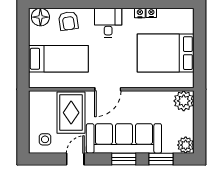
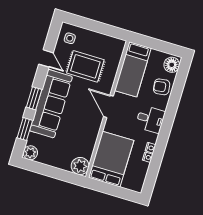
door: (108, 89) -> (108, 106), moved
wall: (111, 89) -> (108, 109), moved
plant: (184, 101) -> (80, 166), moved

